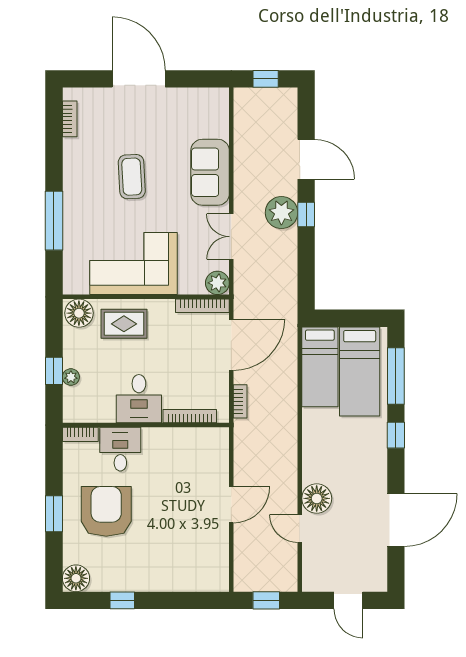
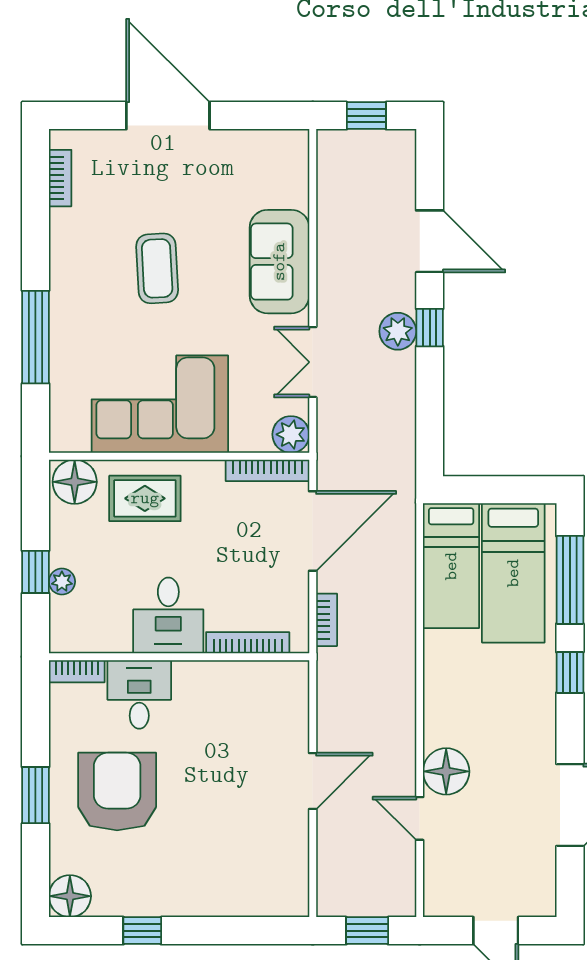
plant: (281, 213) -> (398, 331), width x0.73, depth x0.73

